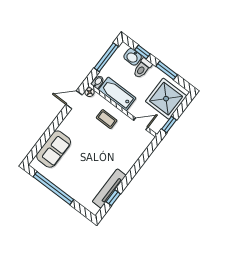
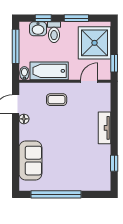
floor lamp: (89, 92) -> (24, 119), moved
tv unit: (109, 188) -> (105, 128), moved, width x0.71

